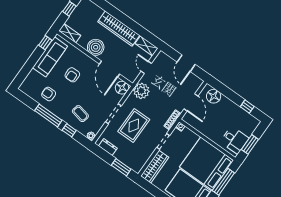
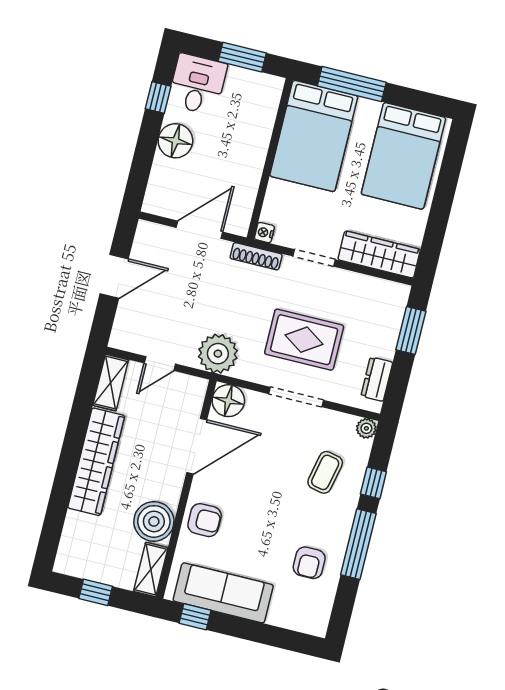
boiler: (96, 47) -> (154, 521), moved
armchair: (72, 75) -> (205, 520), moved
floor lamp: (214, 96) -> (175, 141), moved
desk: (235, 140) -> (197, 84), moved
bed: (206, 164) -> (314, 136), width x0.73

